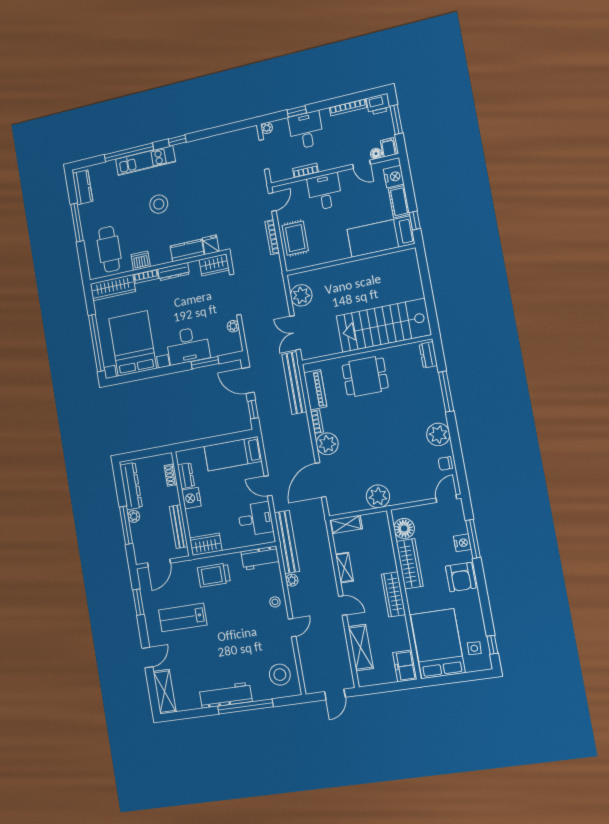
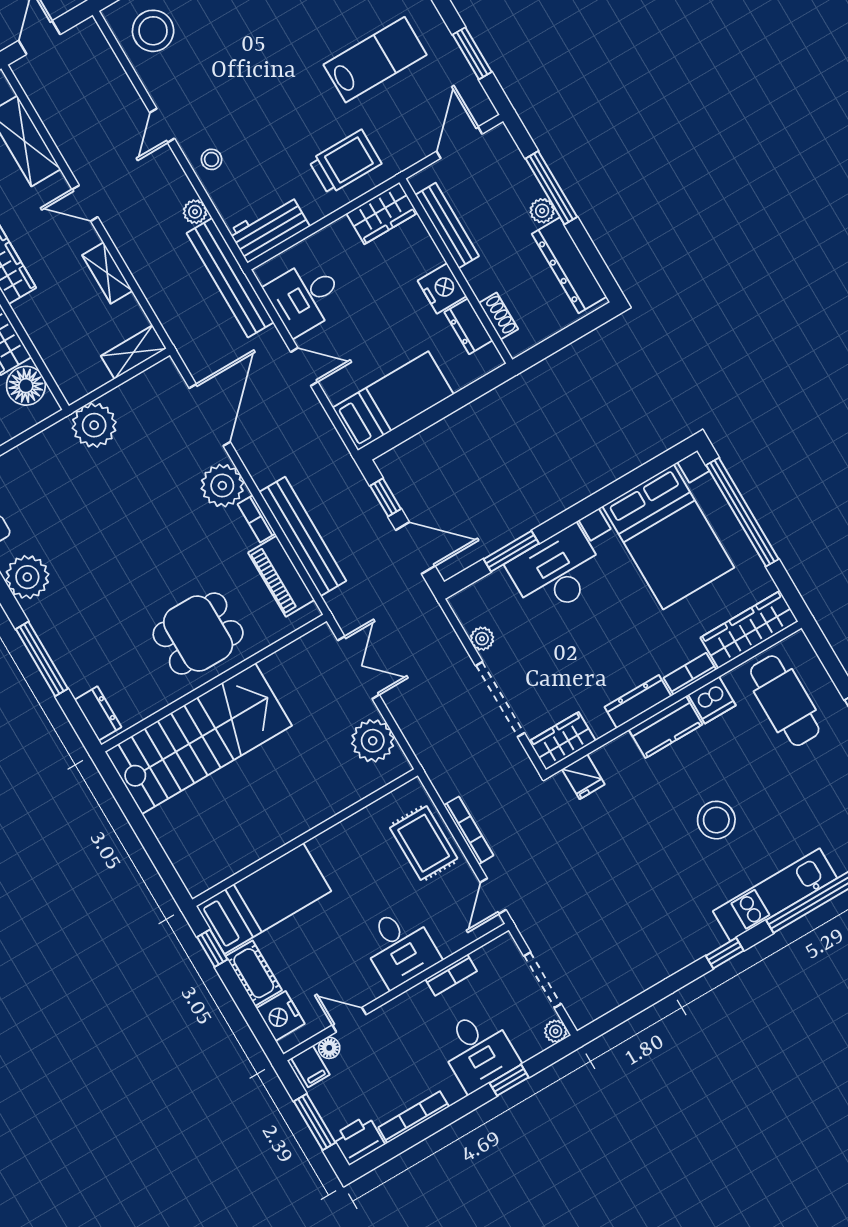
kitchen counter: (187, 251) -> (666, 727), moved
bench: (294, 383) -> (303, 536), moved

